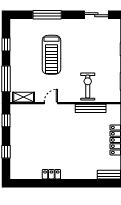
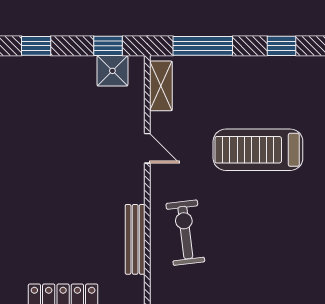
exercise bike: (88, 87) -> (185, 233), turned -97
shower: (17, 118) -> (112, 71), added

